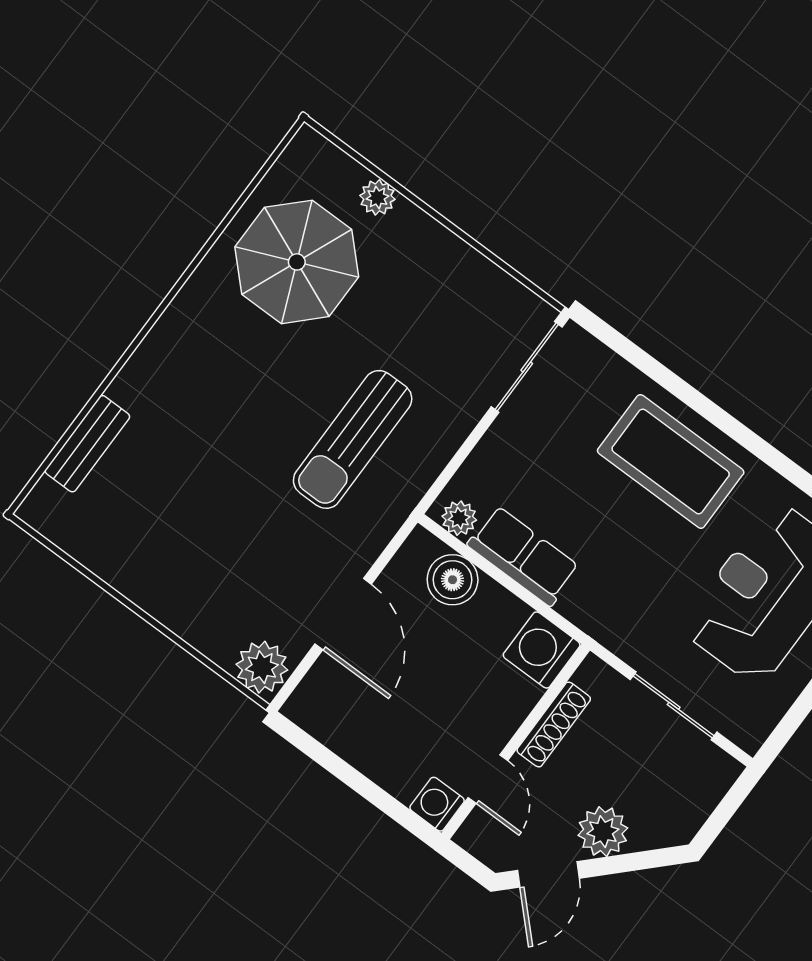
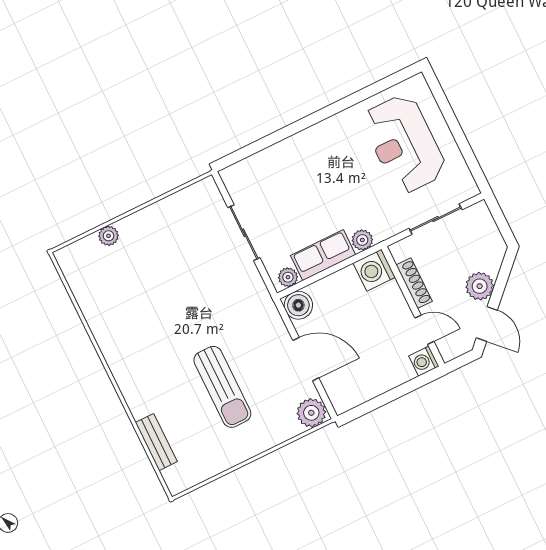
parasol: (297, 262) -> (120, 292), removed
sliding door: (527, 367) -> (244, 233), moved
sun lounger: (353, 439) -> (222, 387), moved
coffee table: (671, 461) -> (314, 158), removed
boiler: (453, 580) -> (298, 305), moved
plant: (580, 606) -> (362, 240), added

